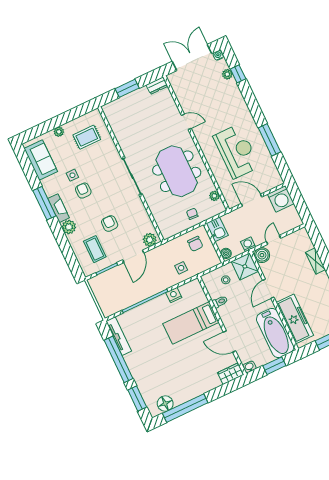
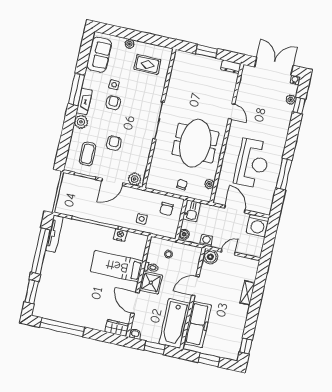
shower: (245, 266) -> (151, 283), moved
floor lamp: (165, 404) -> (50, 312), removed

